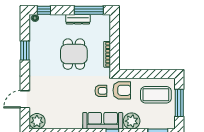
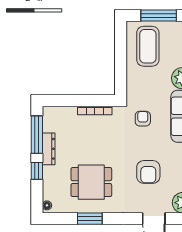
window: (44, 10) -> (37, 171), moved
dining table: (74, 54) -> (91, 182), moved
armchair: (122, 90) -> (148, 172), moved, turned 180

